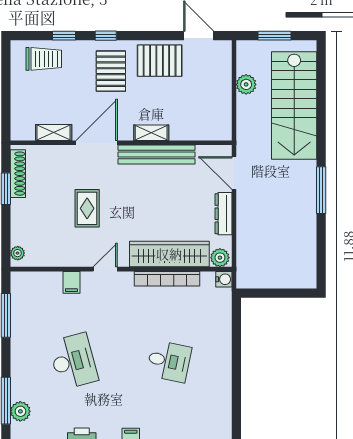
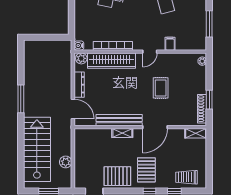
shelving: (54, 132) -> (196, 133), moved

